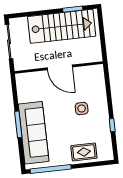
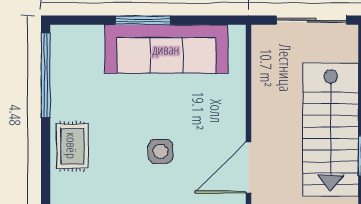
door: (60, 67) -> (248, 168), moved
sofa: (34, 133) -> (166, 49), moved

